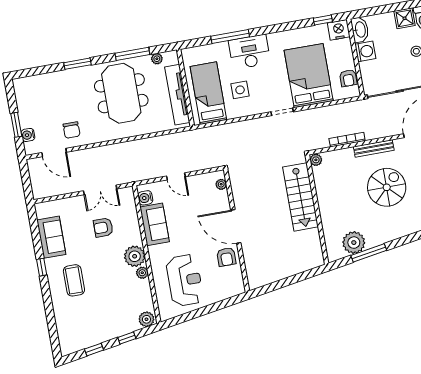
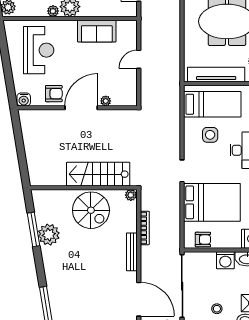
armchair: (348, 78) -> (203, 239), turned 180
plant: (221, 184) -> (106, 101), moved
spiral stairs: (387, 187) -> (91, 210), moved
water cooler: (145, 198) -> (24, 100), moved, turned 180
plant: (354, 243) -> (49, 235), moved
armchair: (226, 257) -> (54, 94), turned 180
reception desk: (185, 280) -> (39, 50), turned -90

